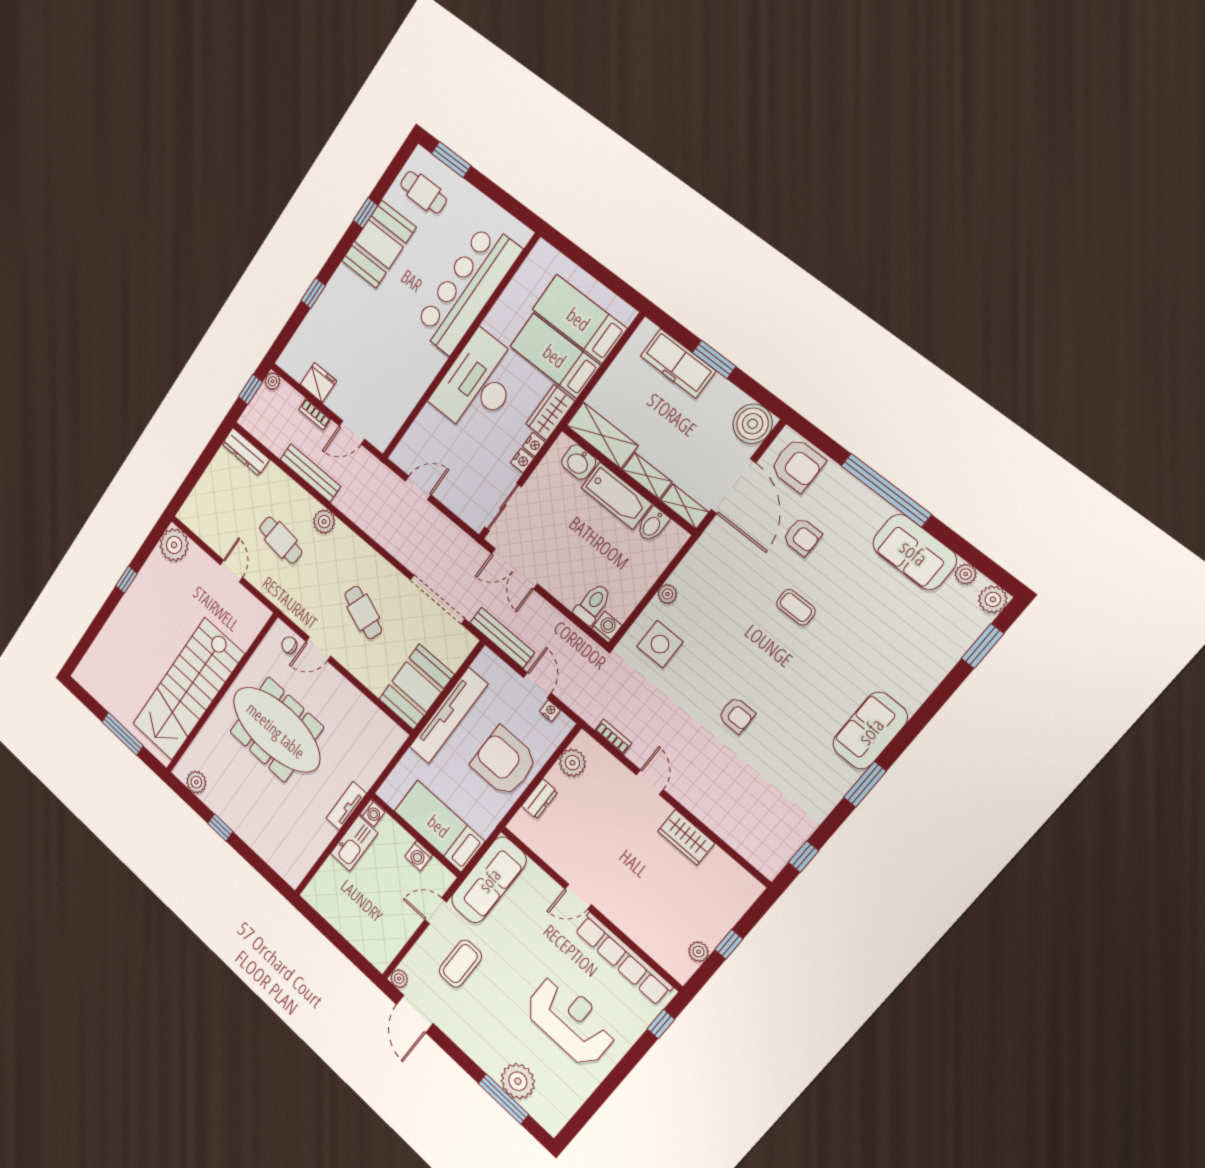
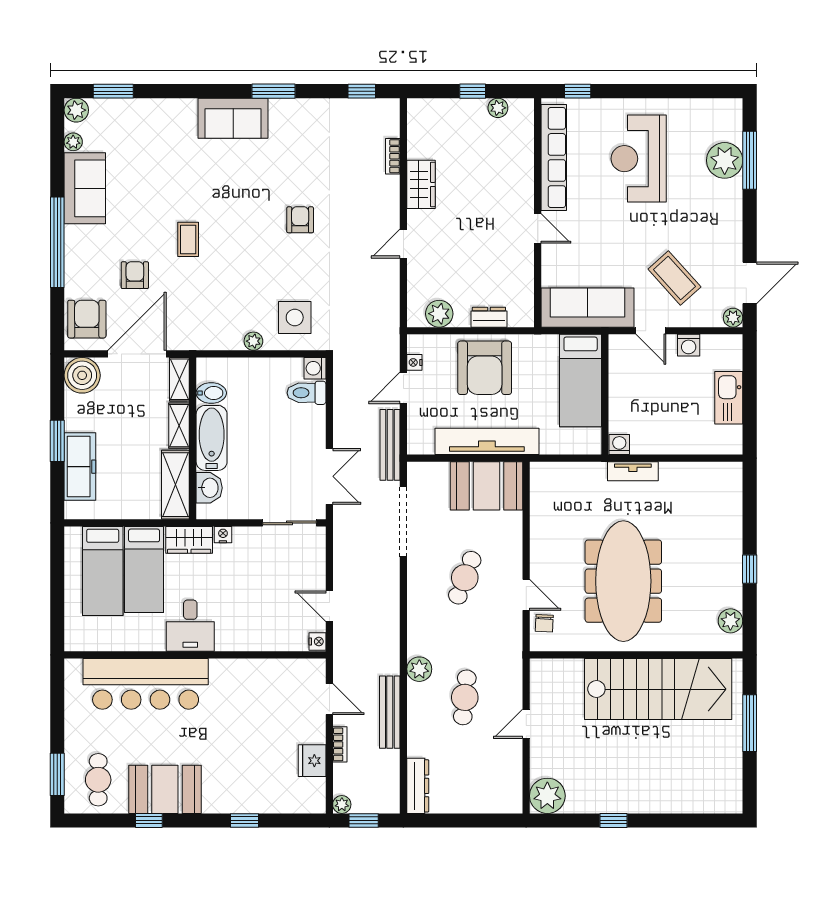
desk: (478, 384) -> (190, 626), width x0.53, depth x0.77
nightstand: (522, 461) -> (317, 642), moved, turned 90
bookcase: (613, 737) -> (393, 156), moved
kitchen sink: (354, 843) -> (729, 398), moved, turned -90
washing machine: (419, 856) -> (689, 345), moved, turned 90
coffee table: (460, 964) -> (674, 278), turned 48

